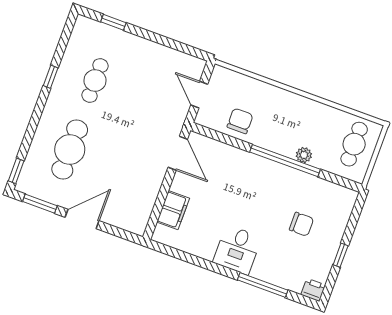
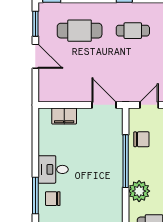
door: (178, 153) -> (104, 105), swing flipped
plant: (304, 155) -> (139, 191), width x1.88, depth x1.88
window: (285, 161) -> (126, 161), moved
chair: (301, 224) -> (53, 199), moved, turned 90

